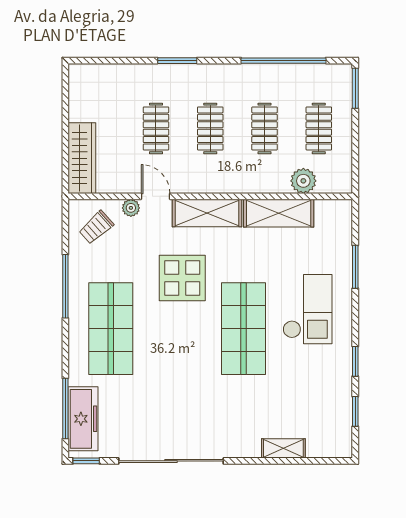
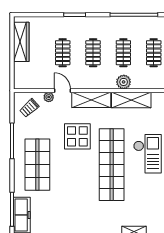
wardrobe: (82, 158) -> (21, 42), moved
plant: (303, 181) -> (124, 82), moved
shop shelf: (243, 329) -> (112, 165), width x1.40

